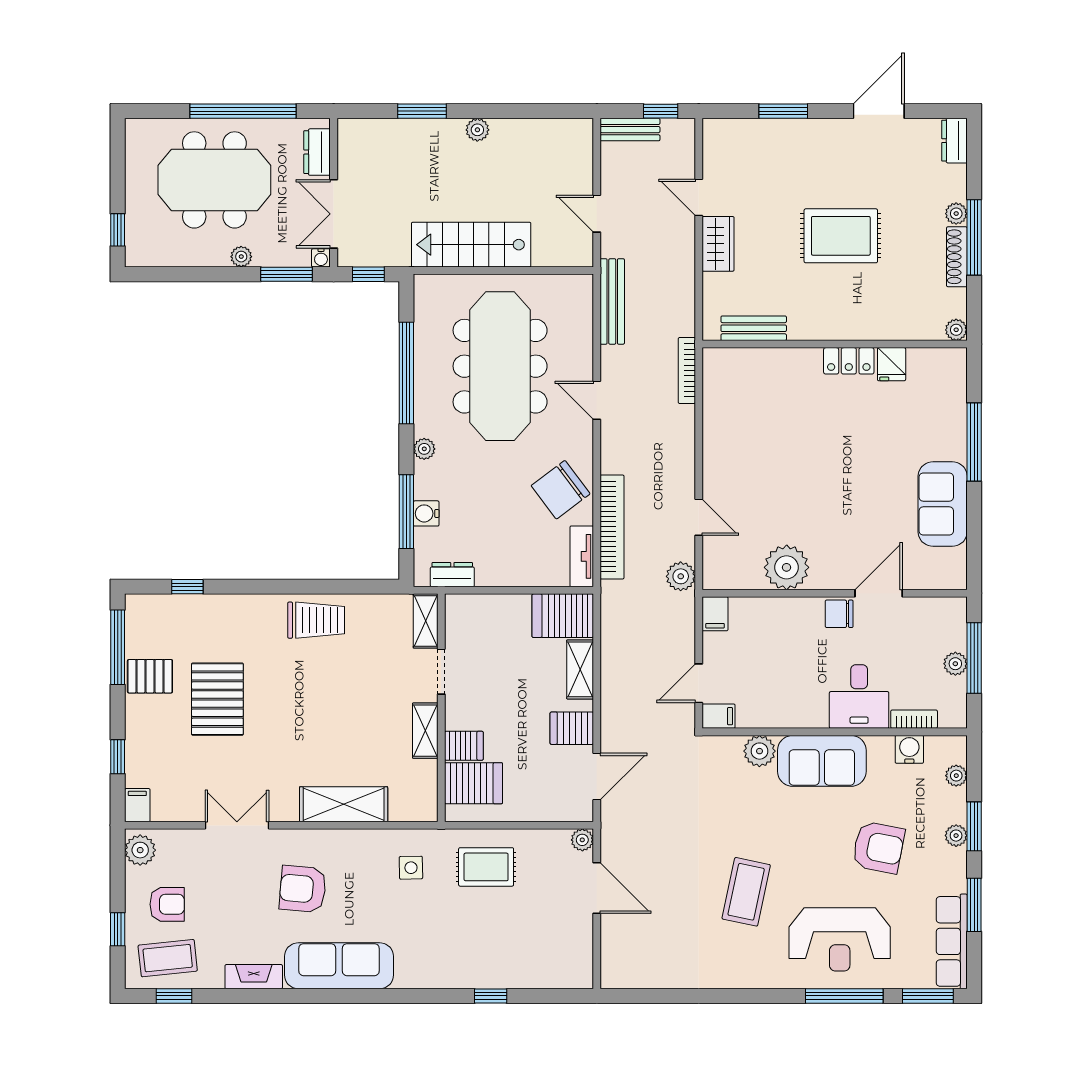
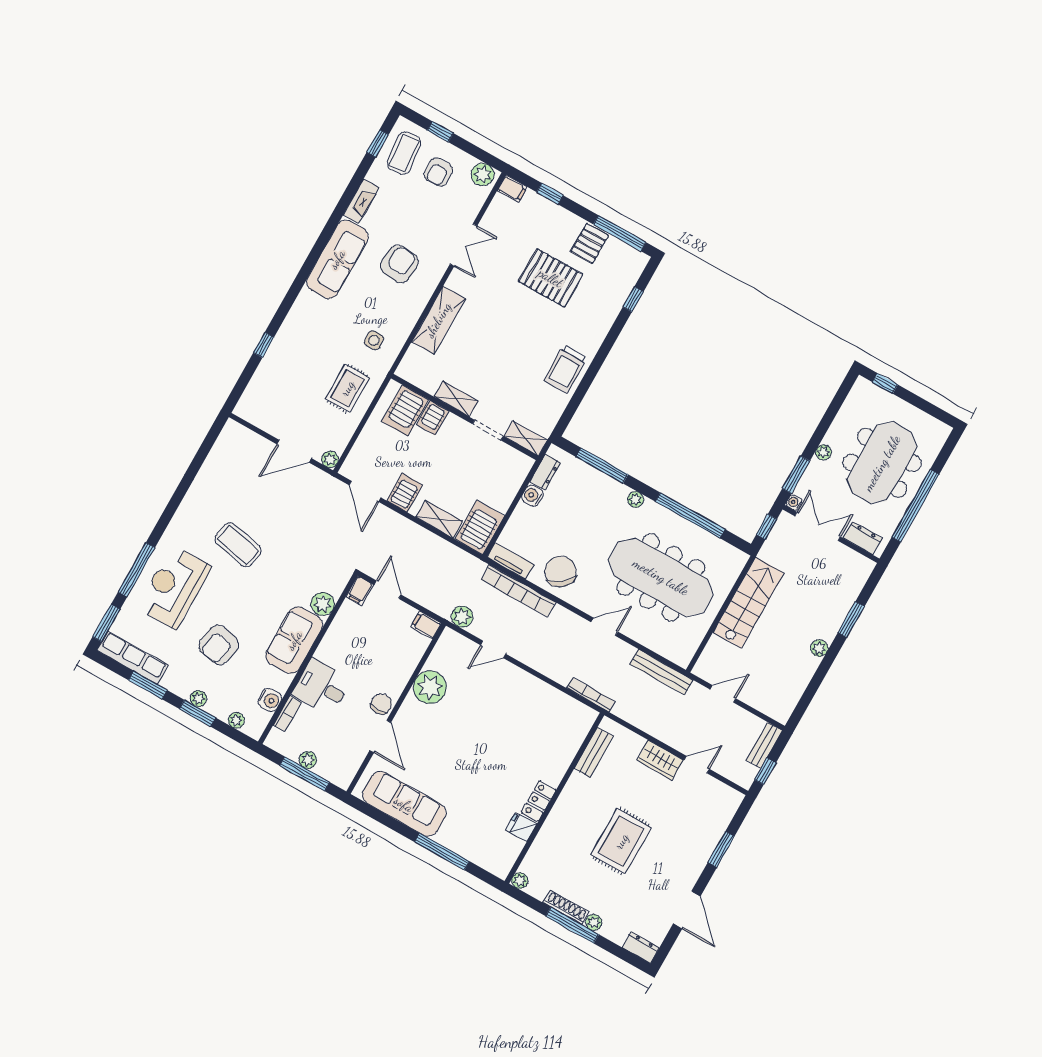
sofa: (943, 504) -> (404, 804), width x1.36
water cooler: (426, 513) -> (532, 496), moved, turned -90

